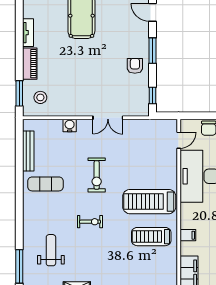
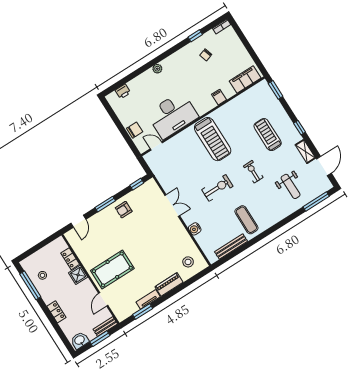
window: (19, 93) -> (143, 312), moved
treadmill: (151, 237) -> (268, 135), moved, turned 180
weight bench: (51, 250) -> (291, 186), turned -90

